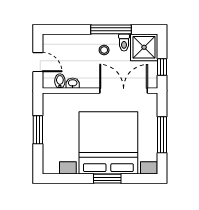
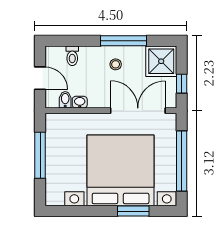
toilet: (124, 42) -> (72, 56), moved
window: (38, 130) -> (40, 155), width x1.44
window: (162, 135) -> (182, 161), width x1.46
window: (107, 179) -> (133, 211), moved

